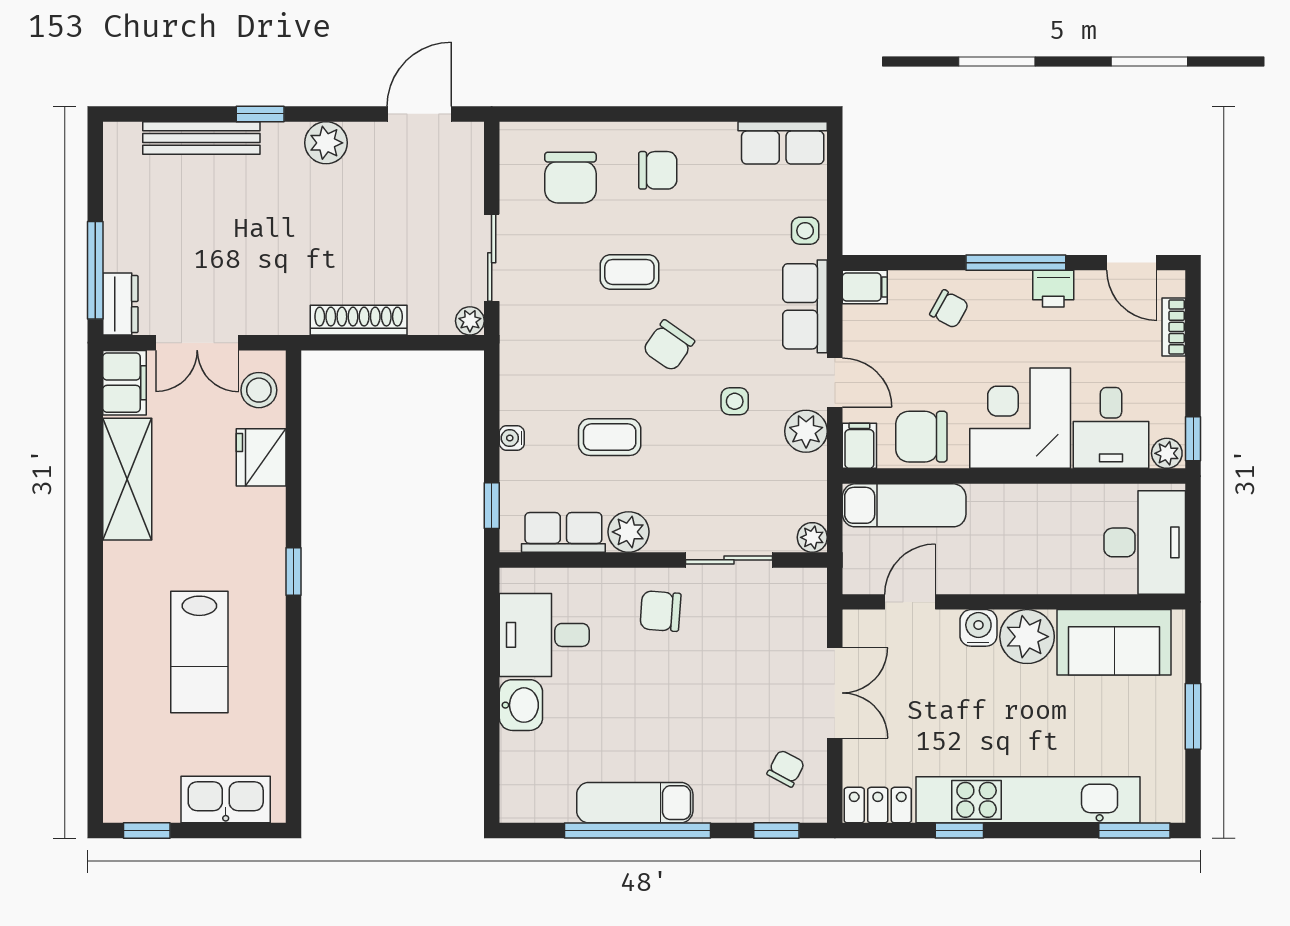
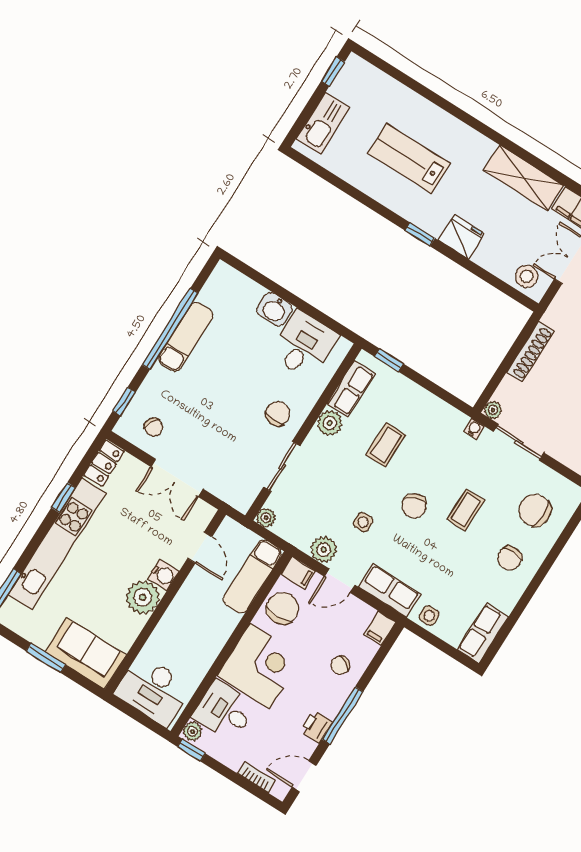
chair: (669, 346) -> (414, 506), turned -146
water cooler: (512, 438) -> (474, 429), moved
fridge: (261, 457) -> (462, 237), moved
sofa: (1114, 642) -> (86, 653), moved, turned 90

